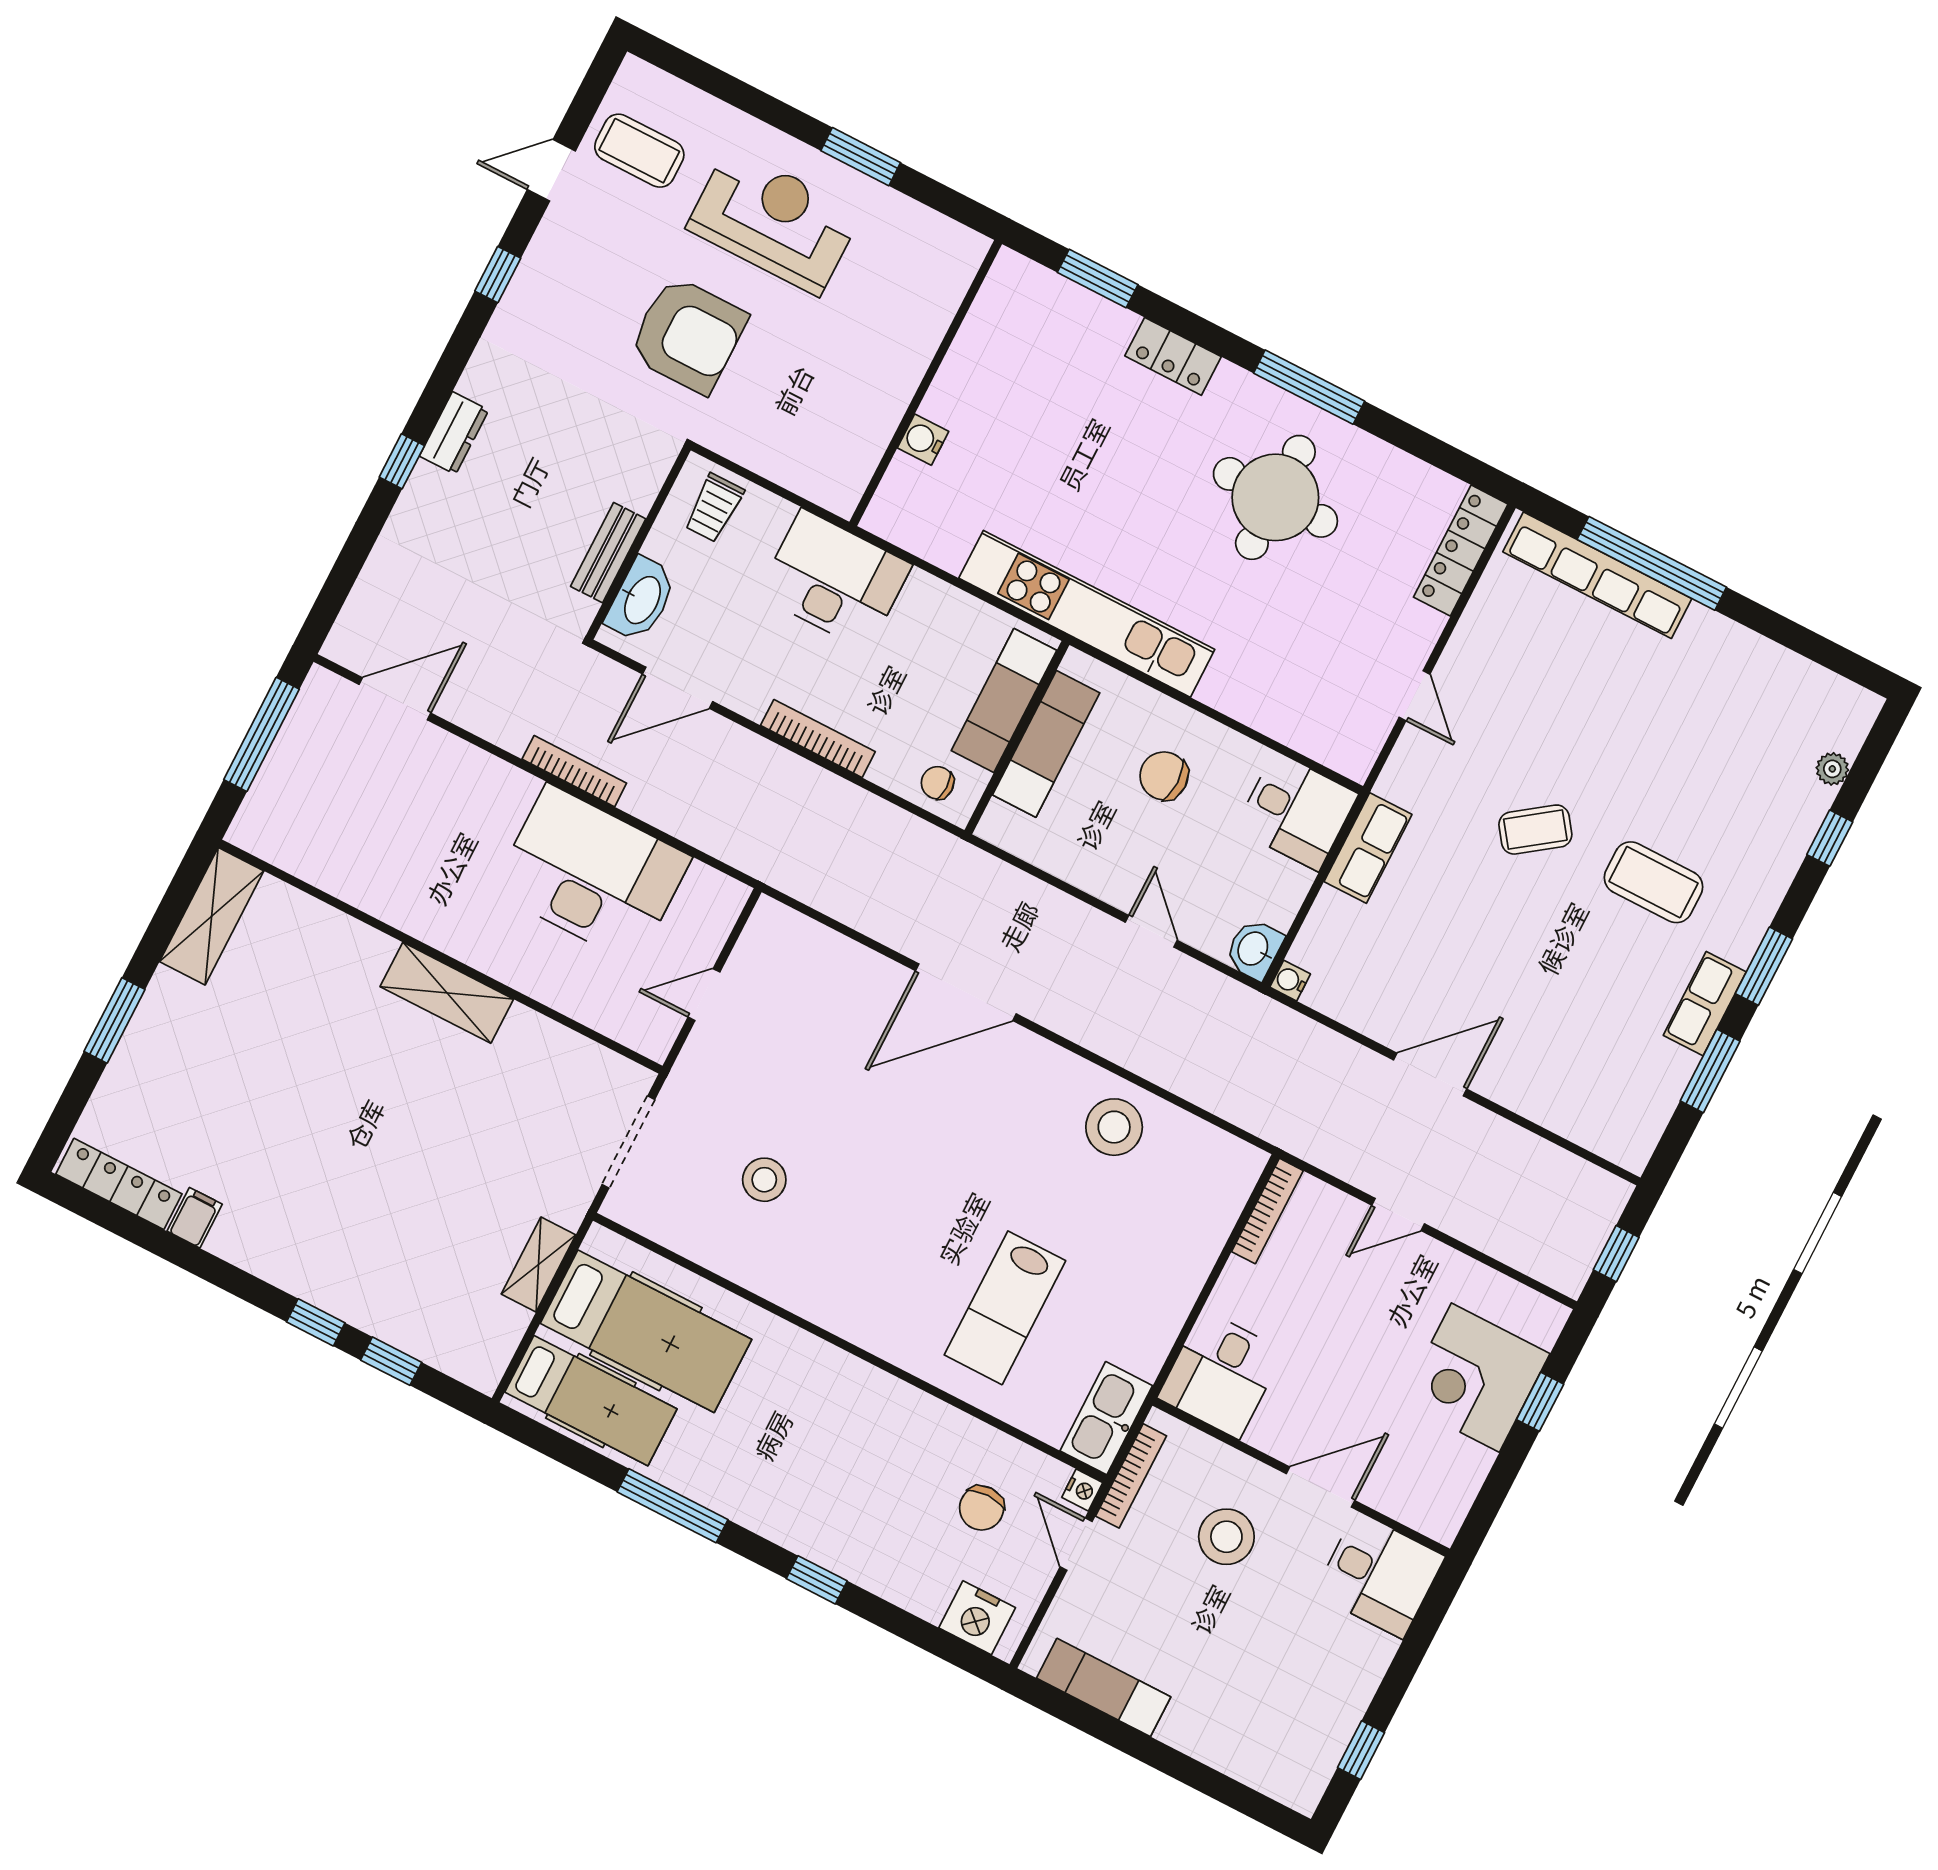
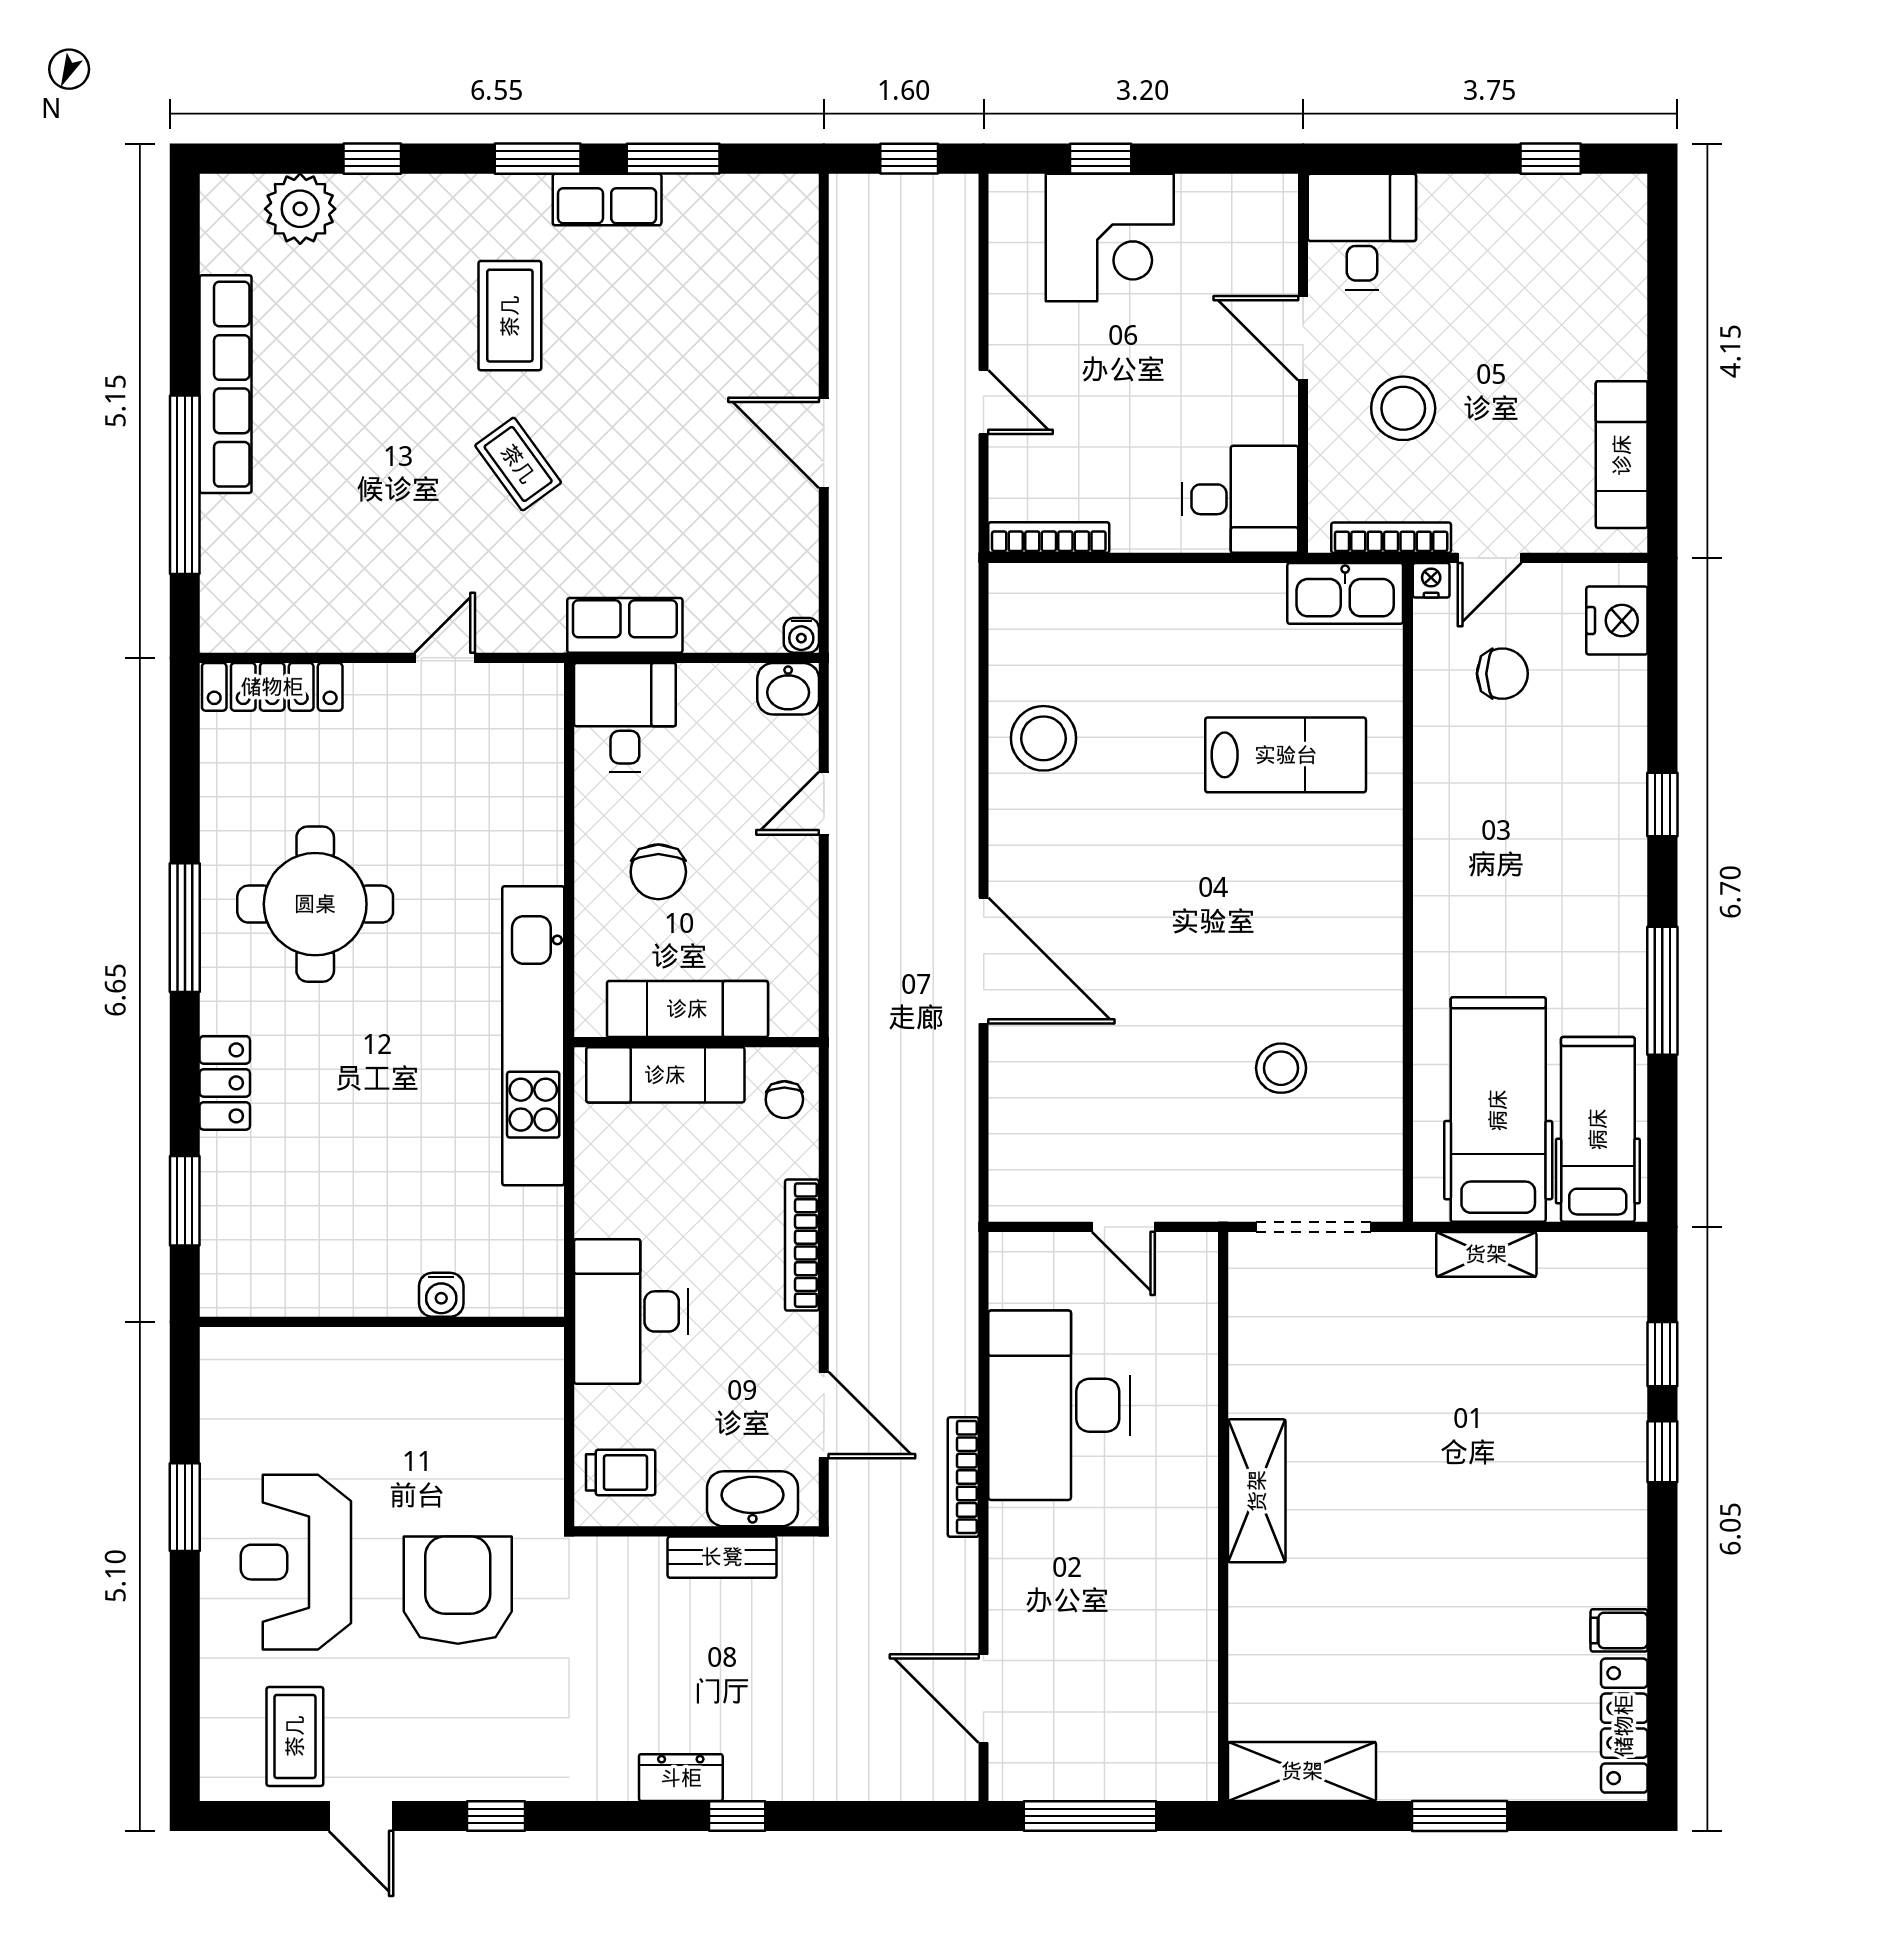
row of seats: (1597, 575) -> (226, 384), moved
plant: (1832, 769) -> (300, 209), width x1.88, depth x1.88

